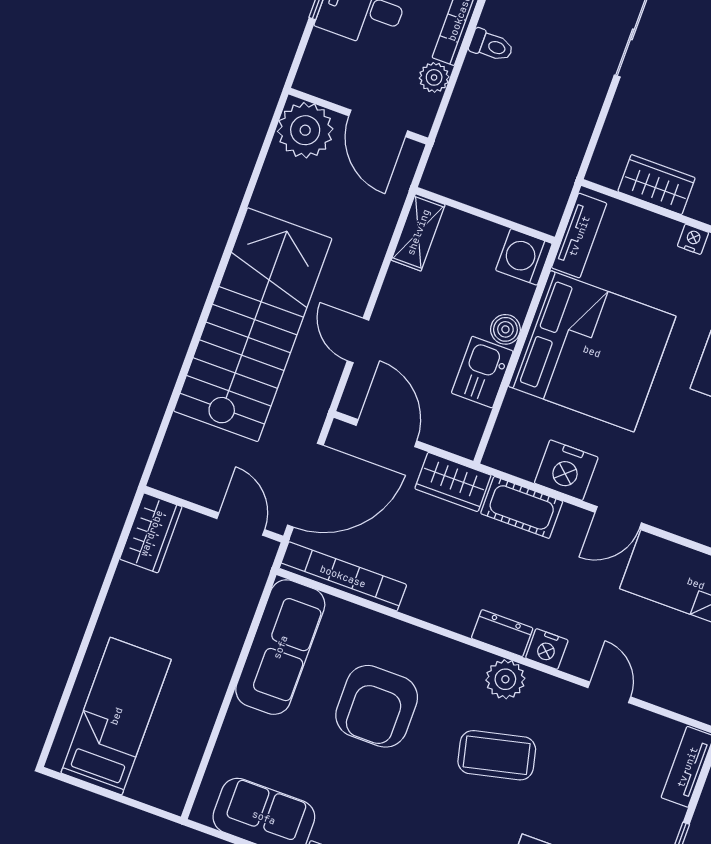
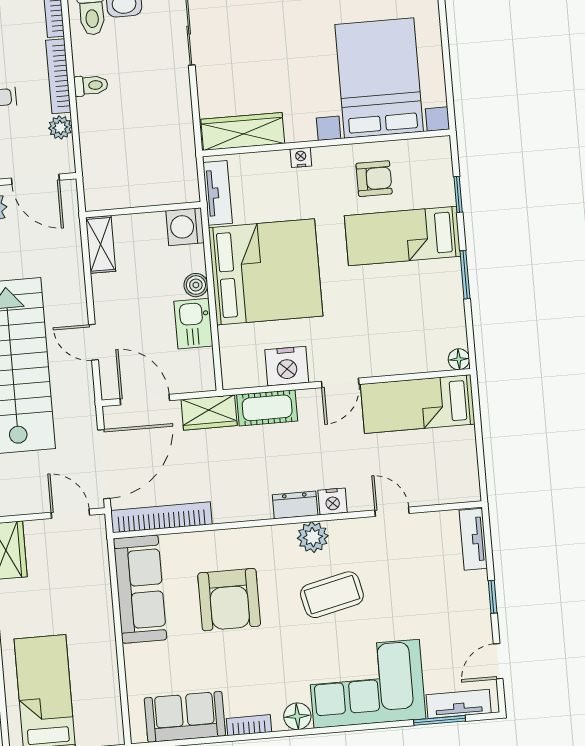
wardrobe: (656, 185) -> (243, 131), width x1.50

